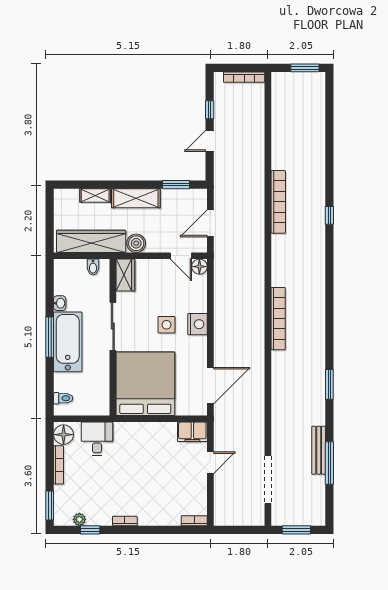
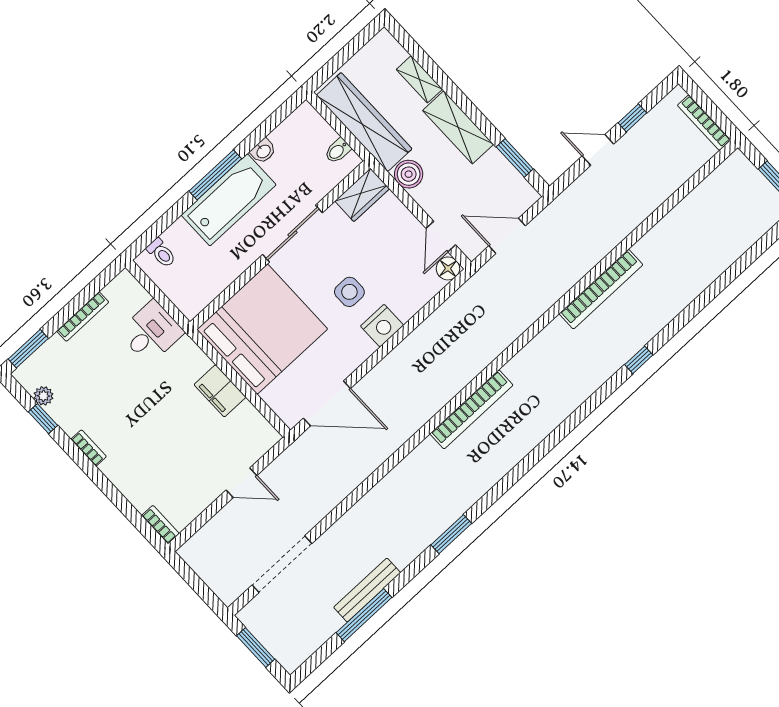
filing cabinet: (192, 432) -> (220, 391), moved
floor lamp: (64, 435) -> (121, 291), removed

